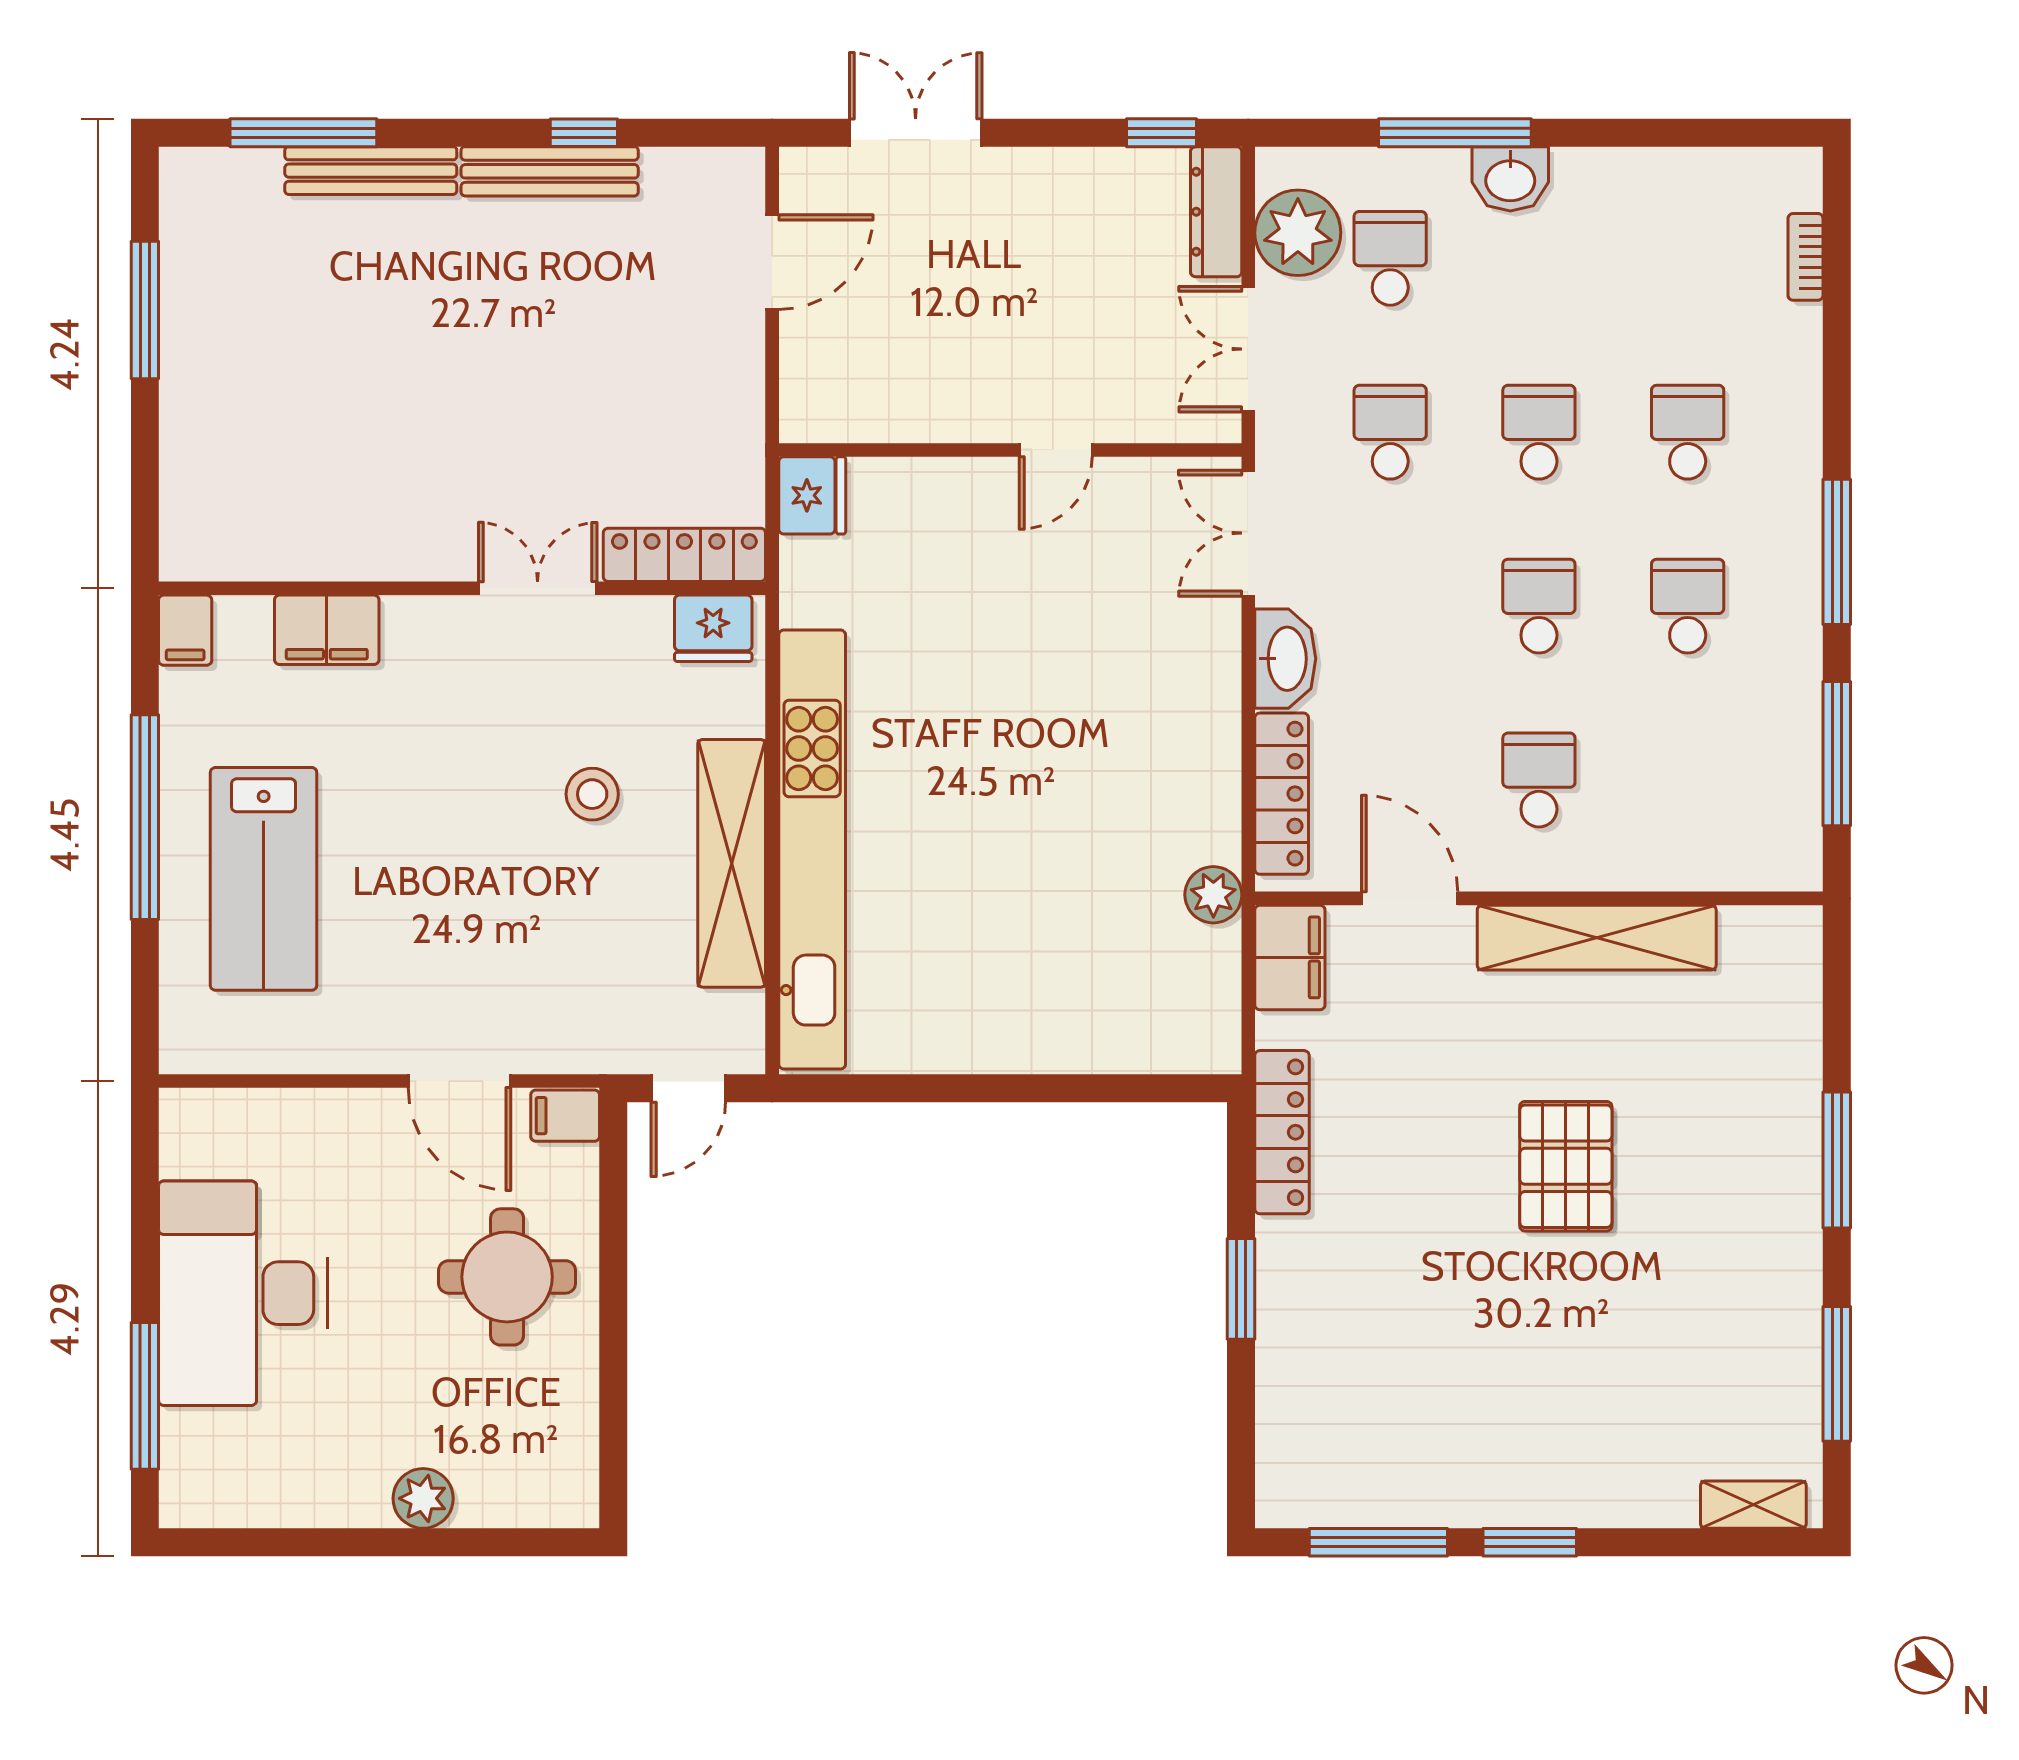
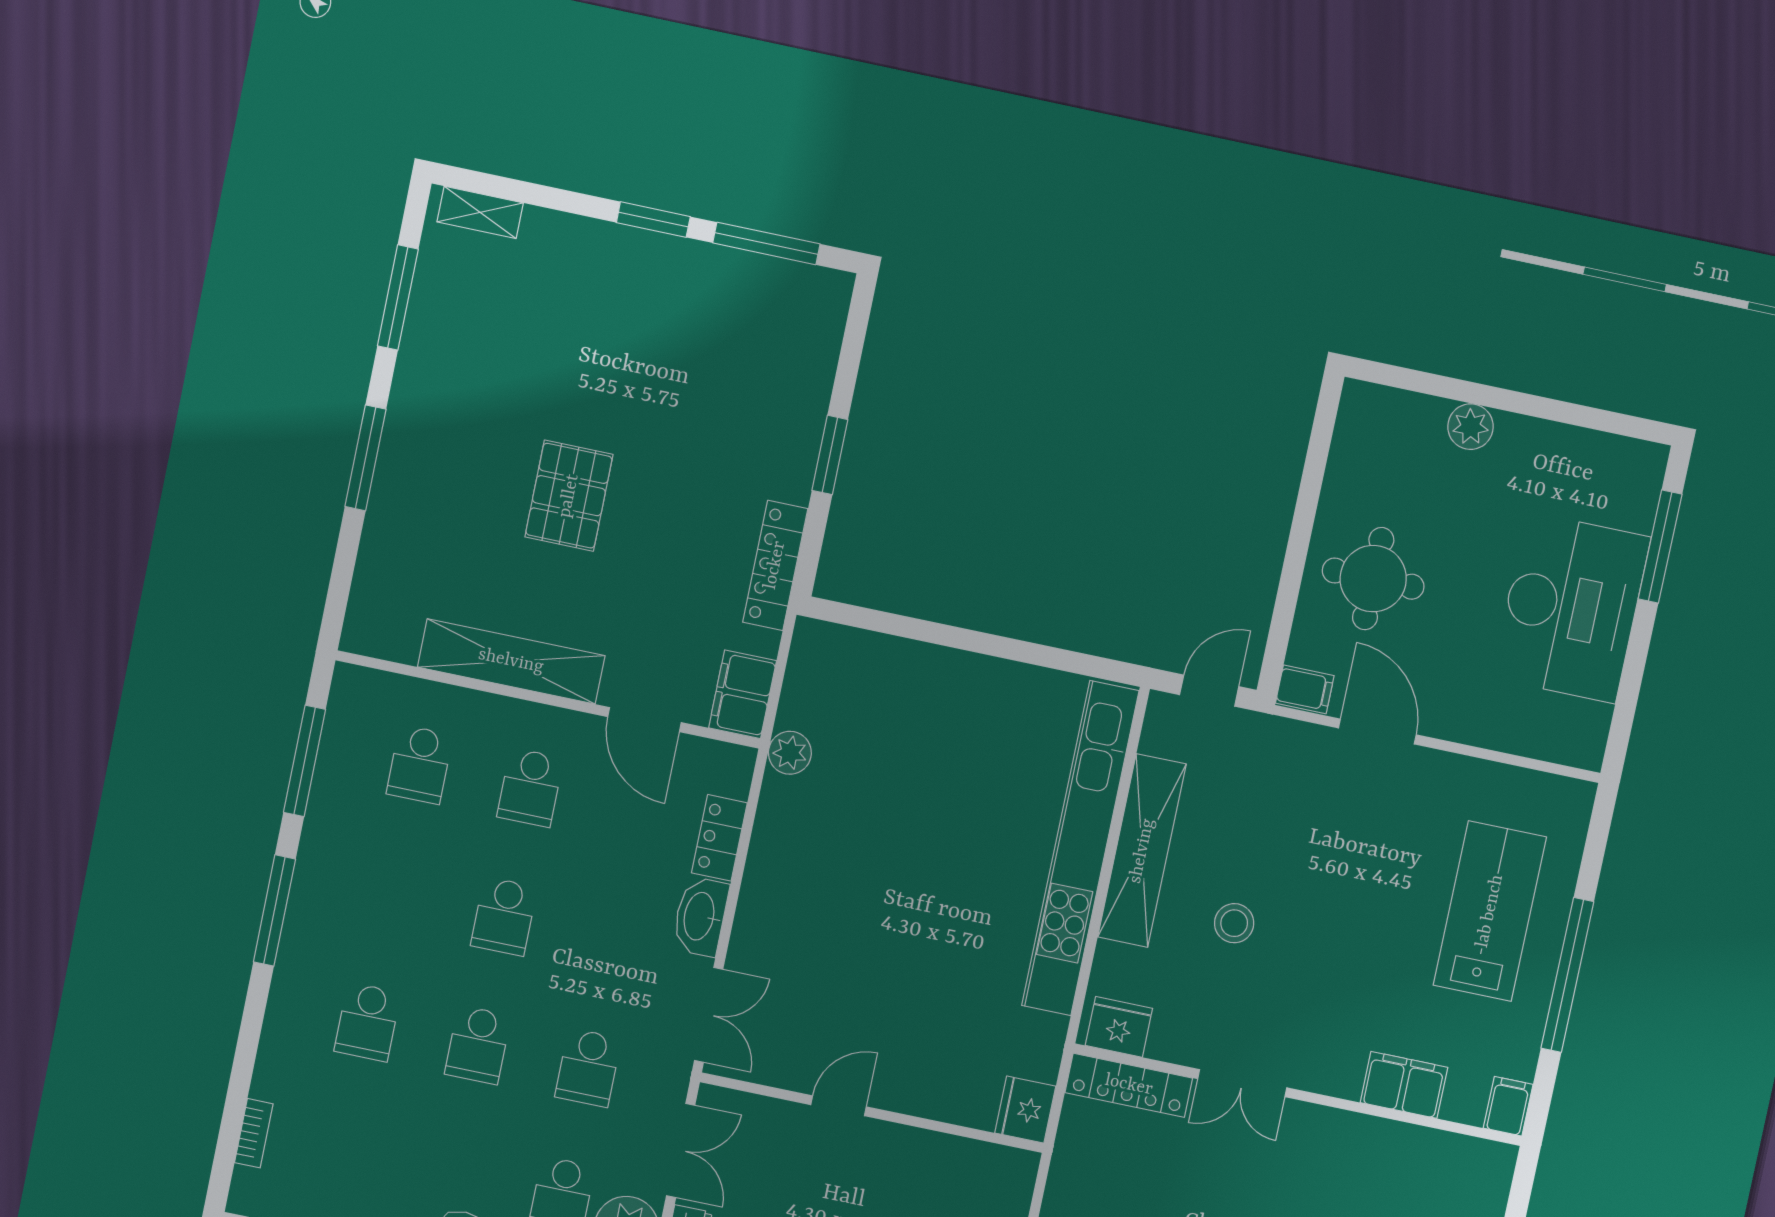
school desk: (1688, 606) -> (420, 764), moved
locker: (1282, 794) -> (719, 838), width x0.66

